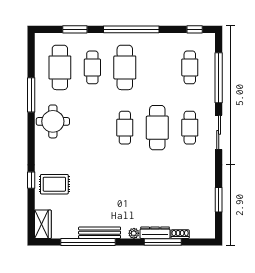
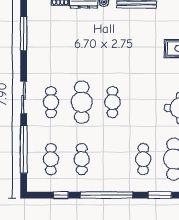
window: (195, 29) -> (61, 195), moved
cafe table: (125, 67) -> (82, 159), moved, width x0.73, depth x0.74
window: (219, 200) -> (24, 34), width x1.44

